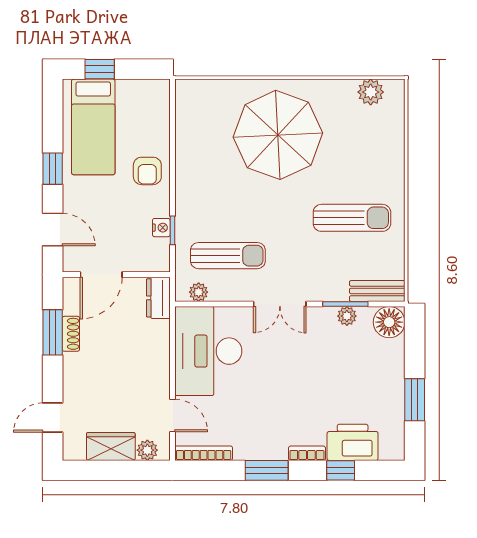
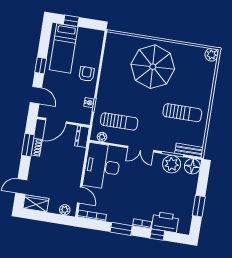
plant: (371, 92) -> (212, 55), moved
armchair: (147, 171) -> (86, 74), turned 180
plant: (347, 316) -> (172, 164), width x1.88, depth x1.88
wardrobe: (111, 447) -> (36, 203), moved

